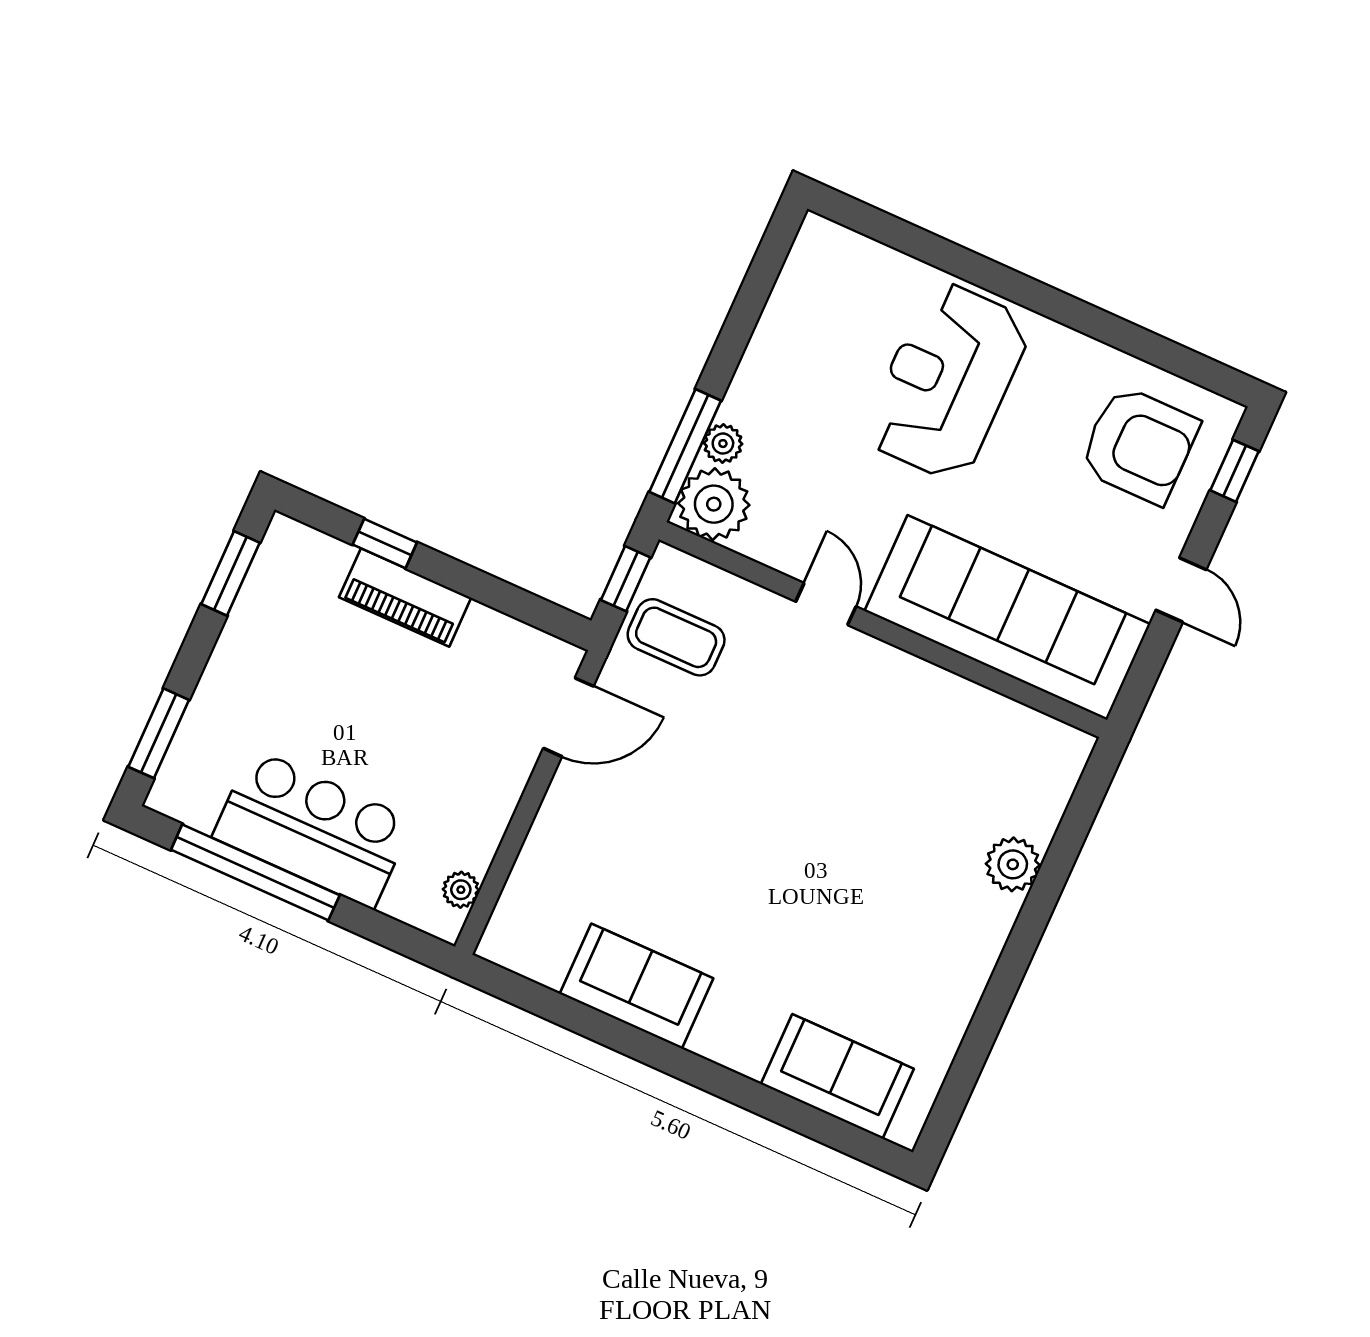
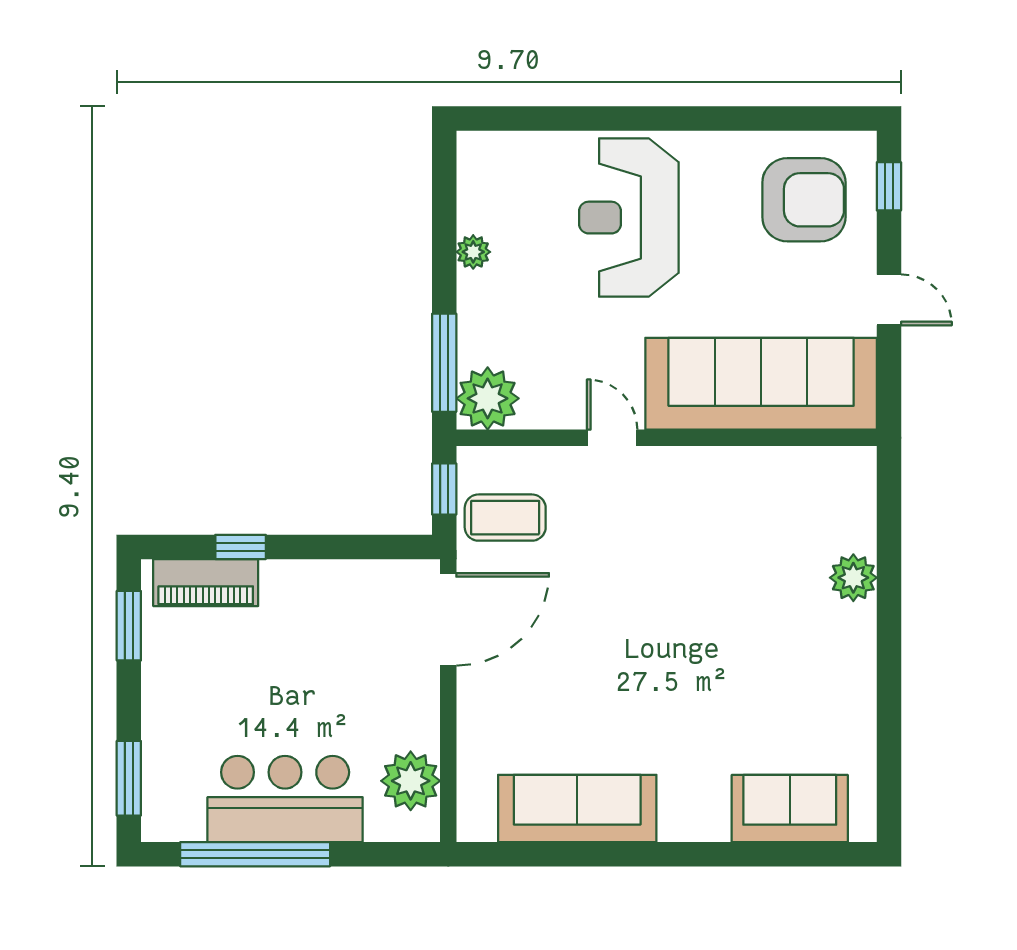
plant: (723, 444) -> (473, 252), moved
piano: (405, 597) -> (206, 583), moved
door: (568, 717) -> (448, 619), width x1.36
plant: (461, 890) -> (411, 781), width x1.88, depth x1.88
sofa: (637, 986) -> (577, 808), width x1.36

